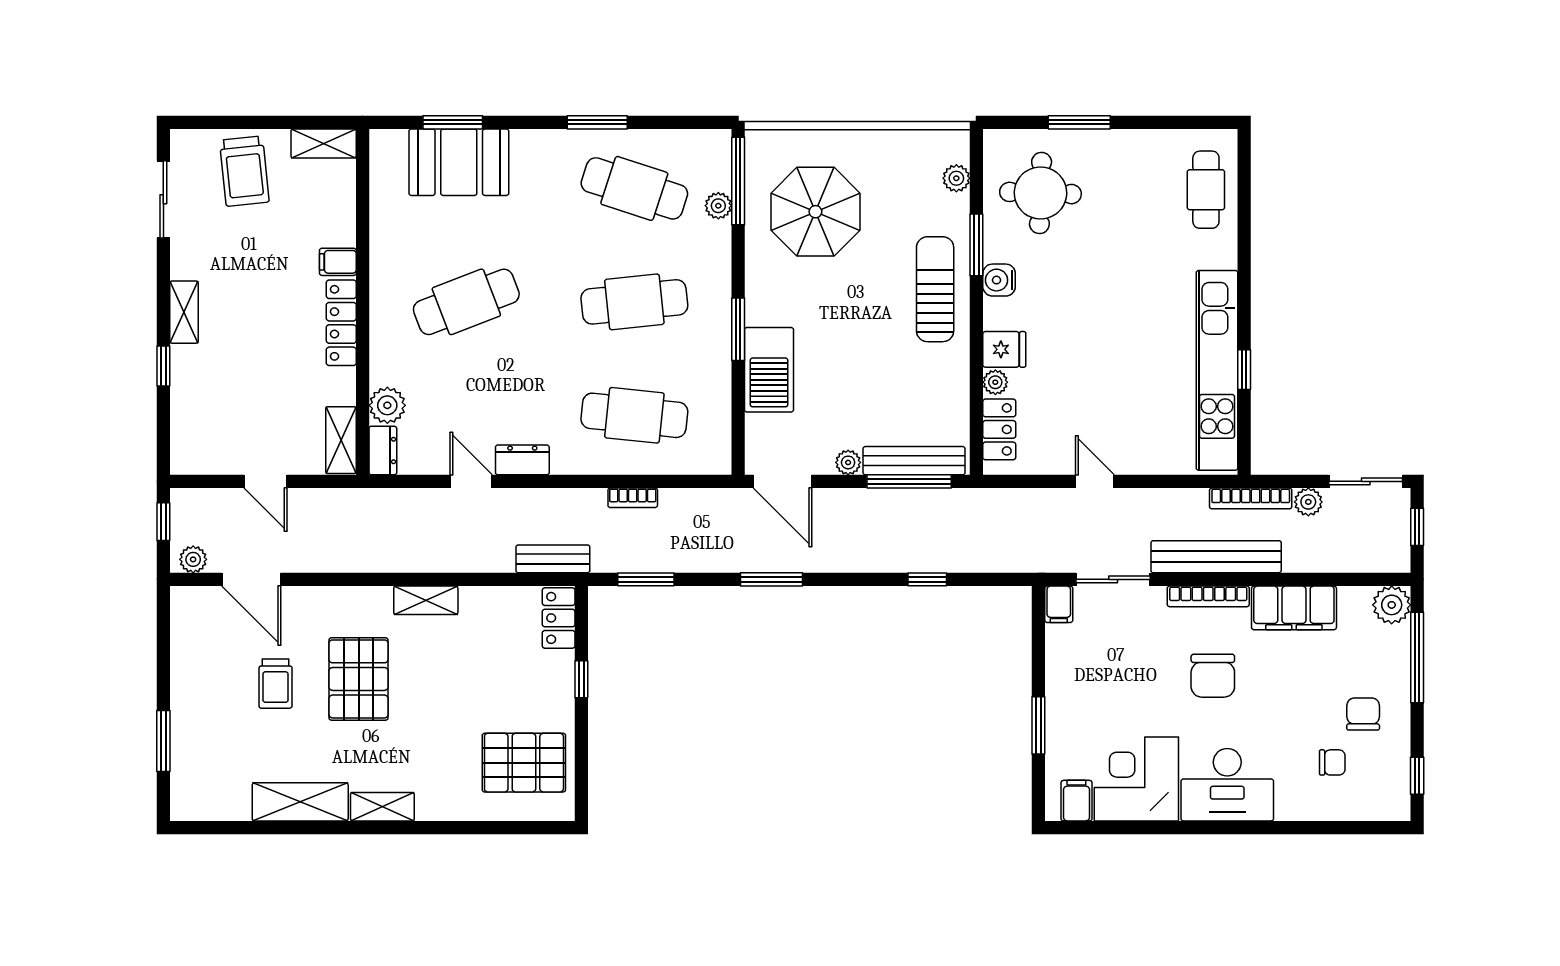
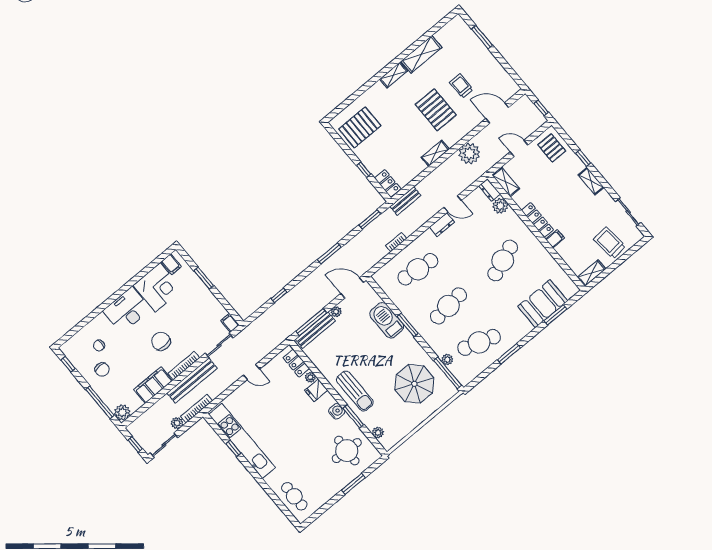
pallet: (205, 432) -> (552, 148), added
plant: (193, 559) -> (469, 154), moved, width x1.87, depth x1.87

